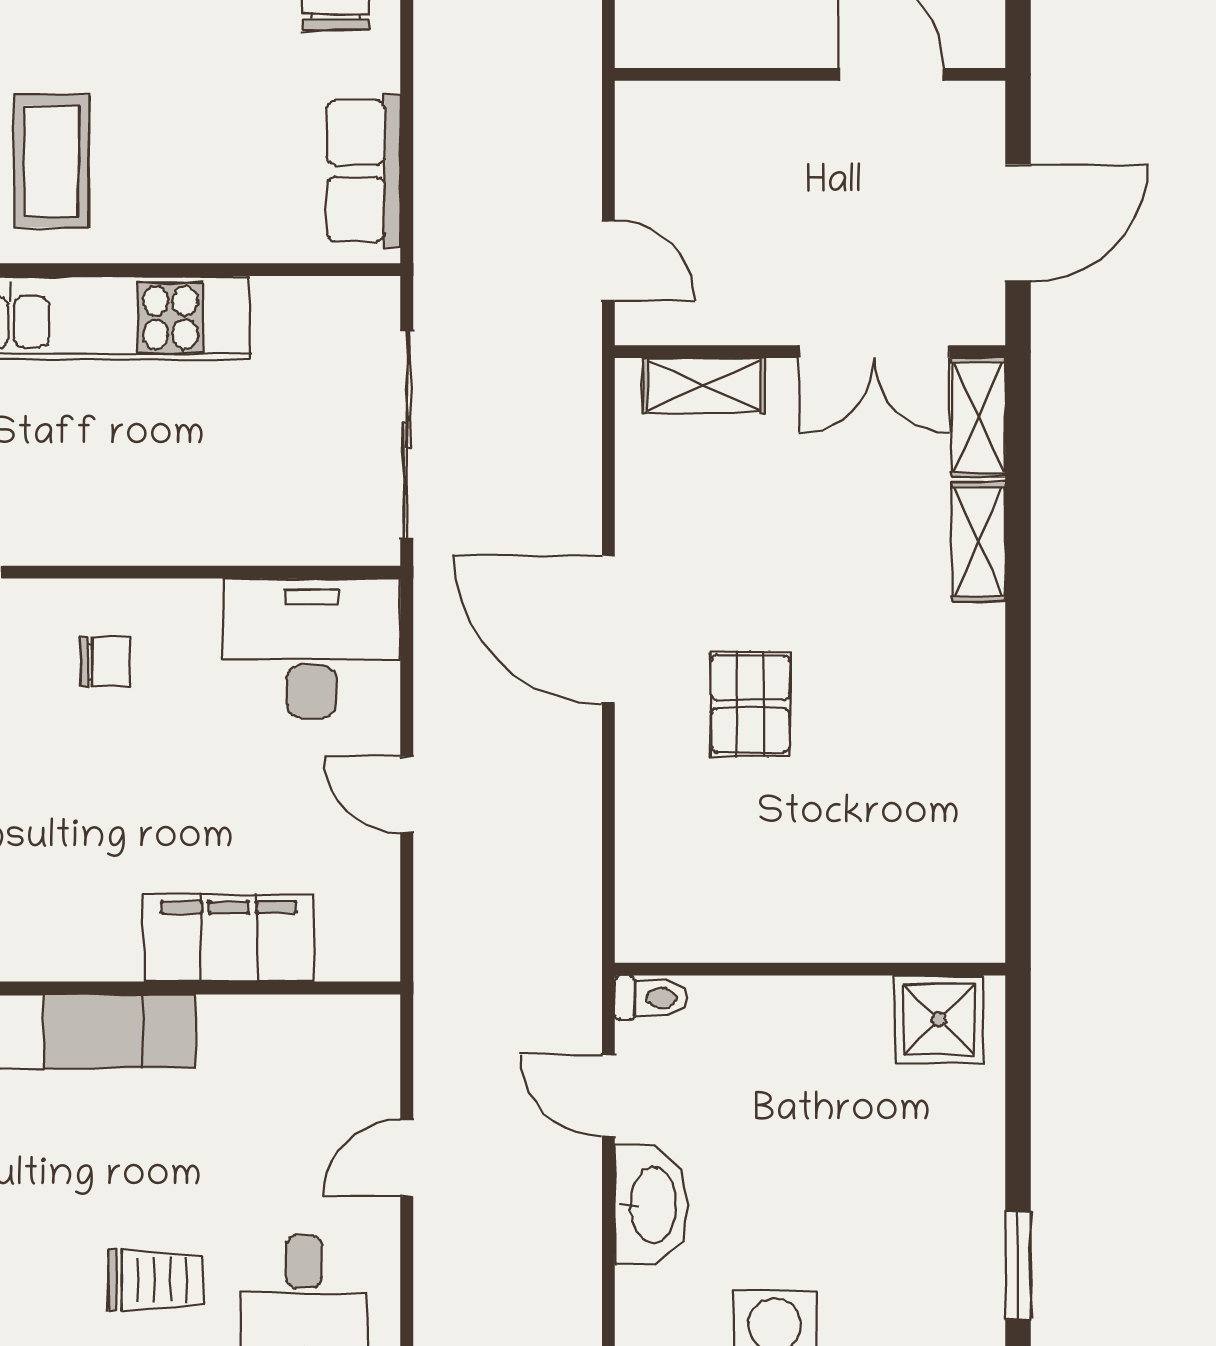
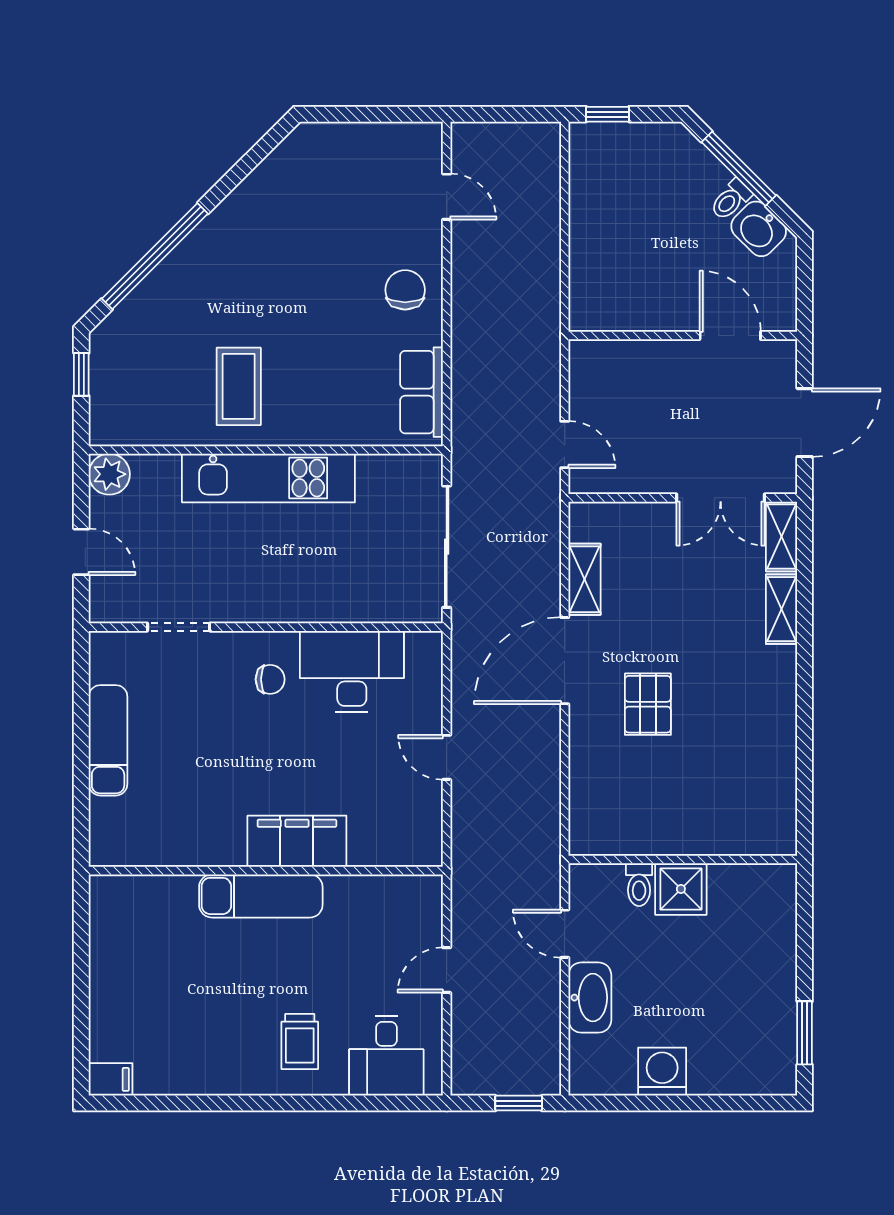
shelving: (704, 385) -> (584, 579), moved, turned 90
door: (608, 630) -> (565, 661), hinge flipped
desk: (312, 648) -> (352, 672), moved
filing cabinet: (229, 938) -> (297, 841), moved
toilet: (651, 998) -> (639, 885), moved, turned 90
shower: (939, 1019) -> (681, 889), moved
trolley: (156, 1280) -> (300, 1042), turned 90

